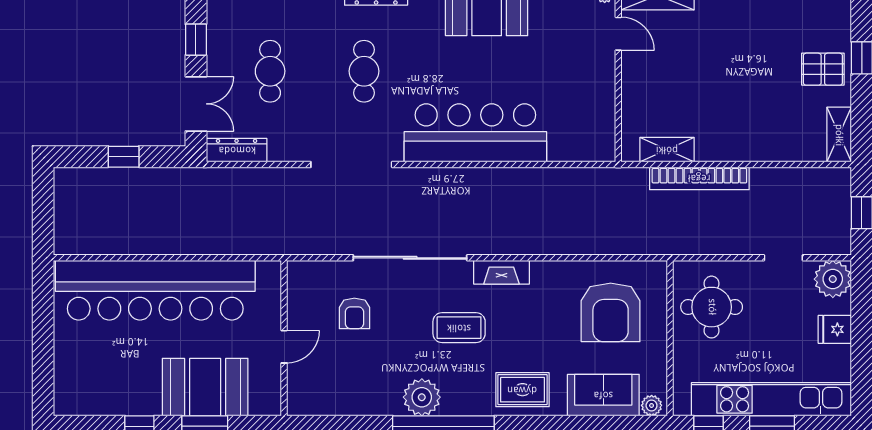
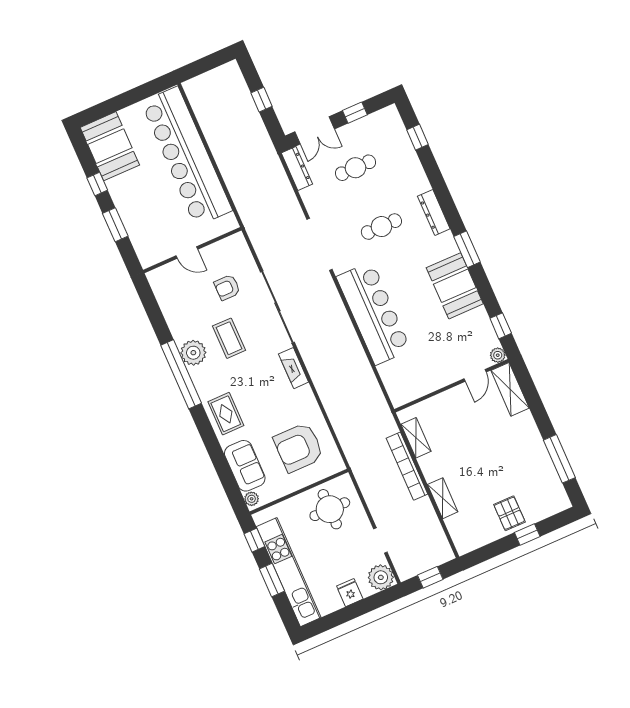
shelving: (839, 135) -> (443, 498), moved, turned 90
coffee table: (459, 328) -> (229, 338), moved
booth: (205, 387) -> (110, 146), moved

